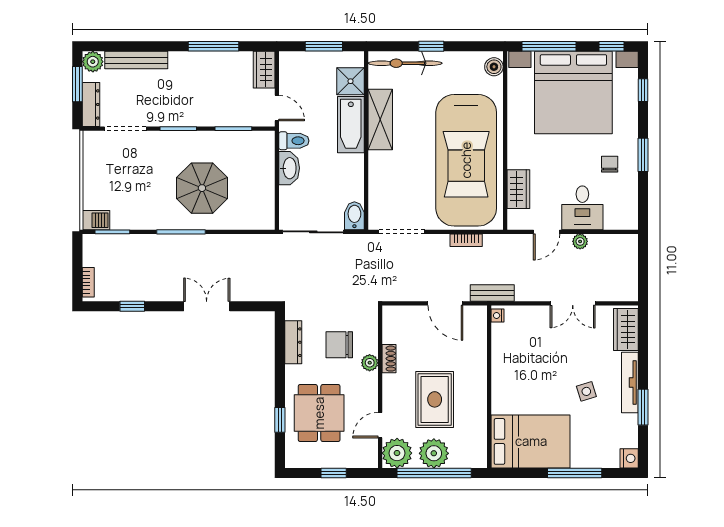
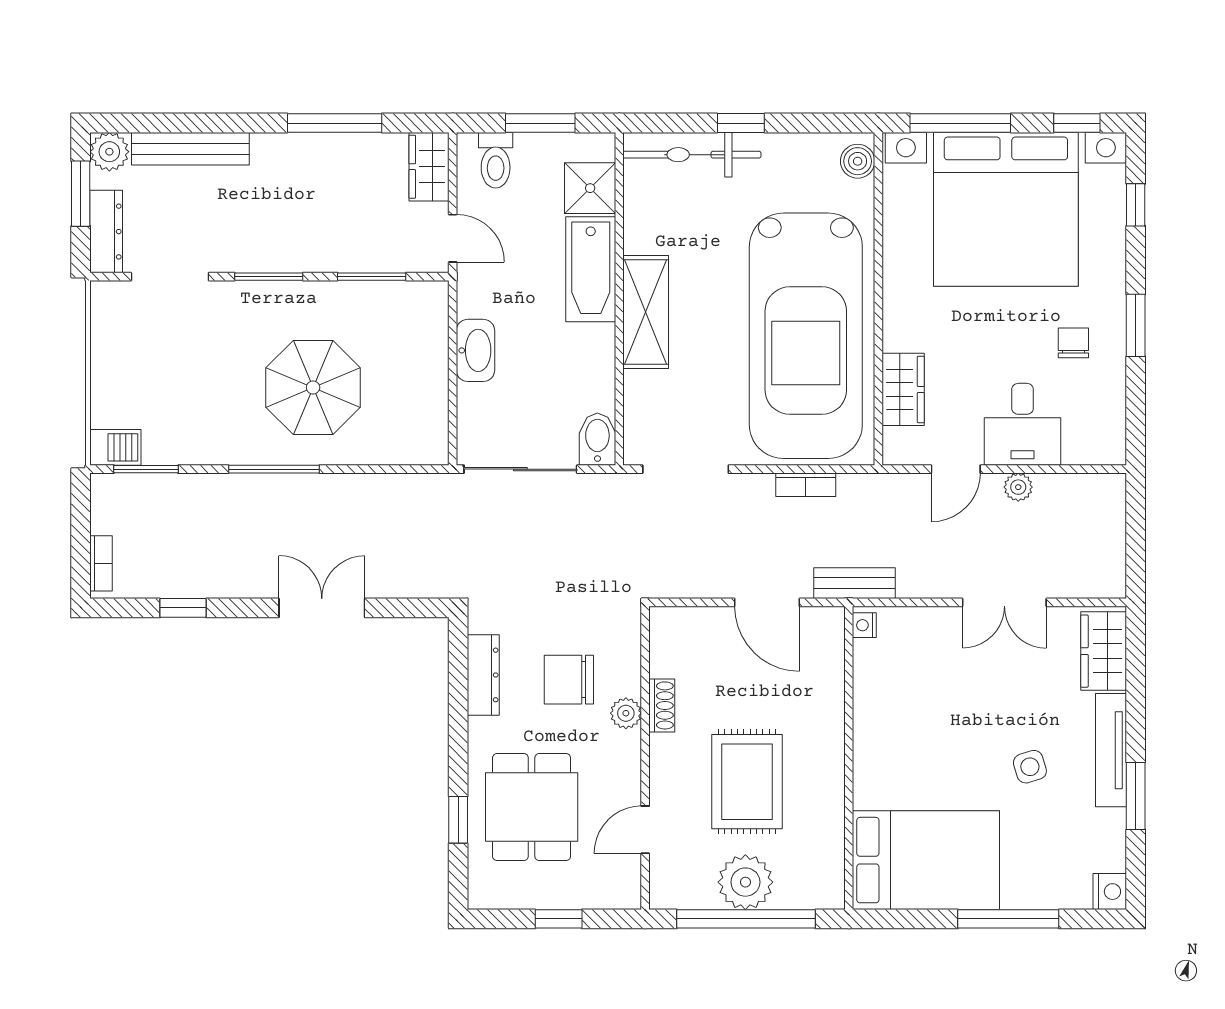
shelving: (380, 120) -> (646, 312), moved
toilet: (294, 141) -> (496, 160), moved, turned 90
plant: (397, 453) -> (677, 882), removed

